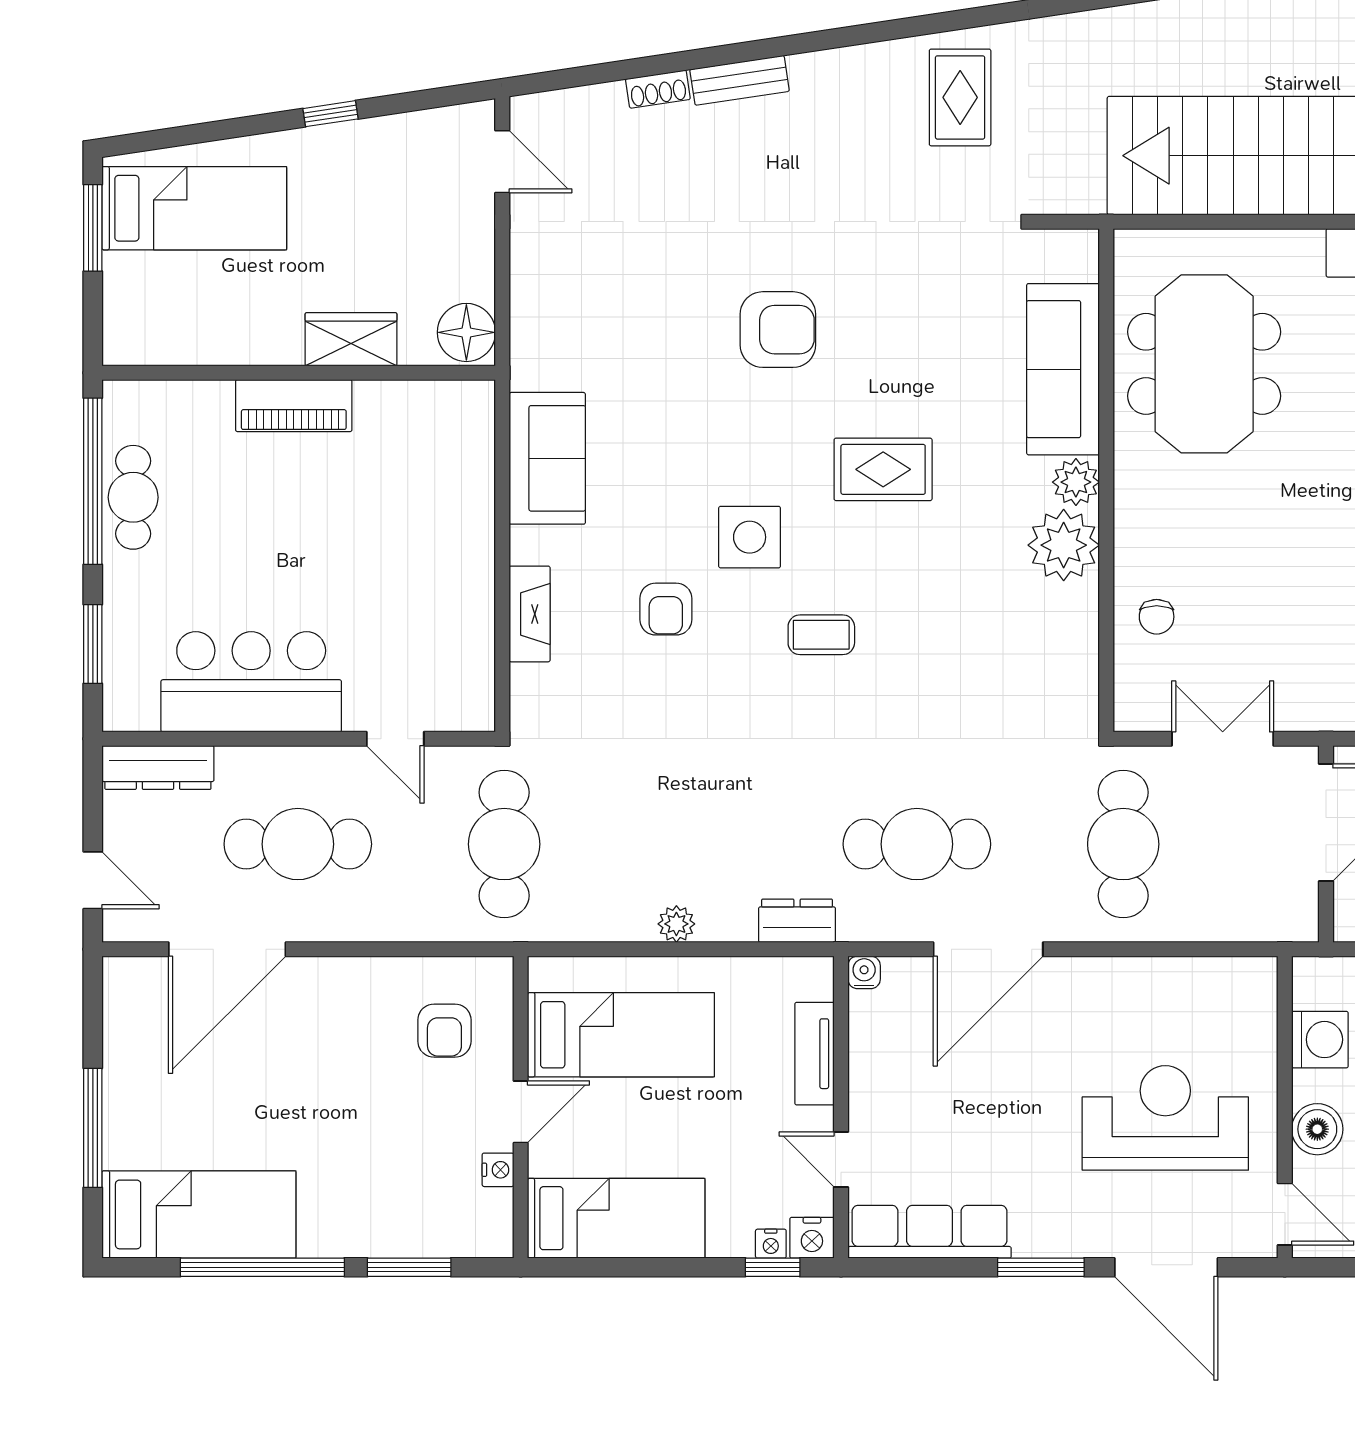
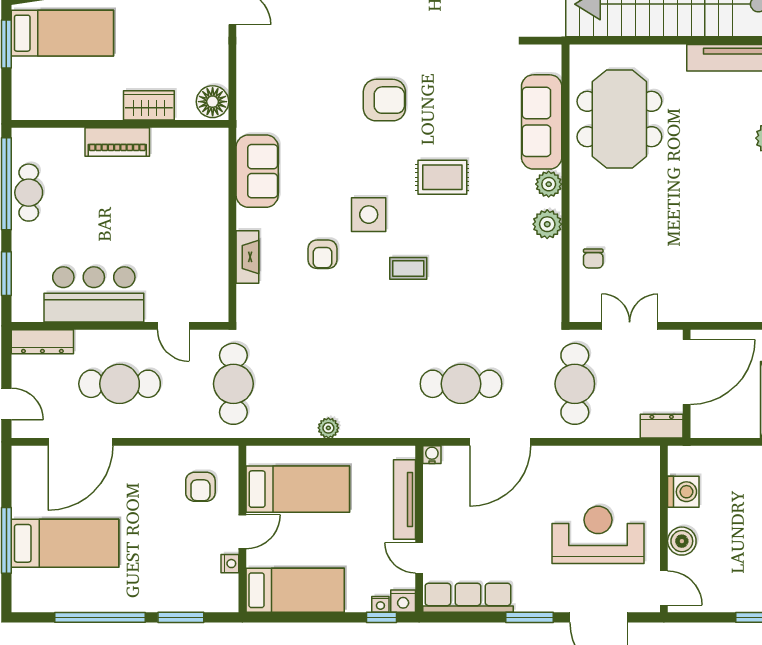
plant: (1064, 545) -> (547, 224), width x0.73, depth x0.73
dresser: (797, 921) -> (662, 426), moved
tv unit: (814, 1054) -> (405, 499), width x1.41
bed: (199, 1214) -> (65, 543), moved

